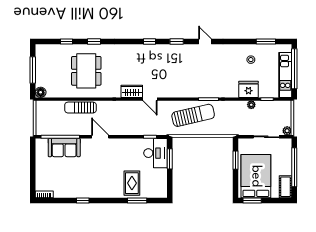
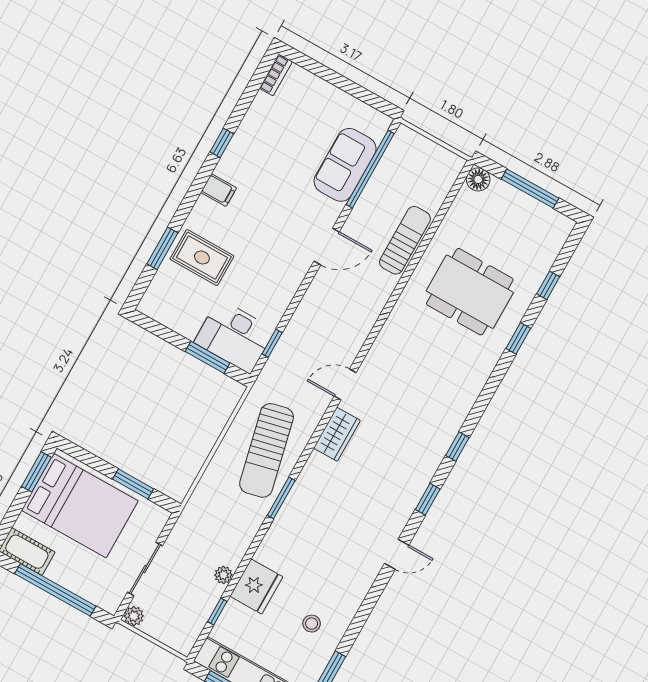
wardrobe: (132, 91) -> (337, 434), moved
filing cabinet: (102, 191) -> (219, 190), added

